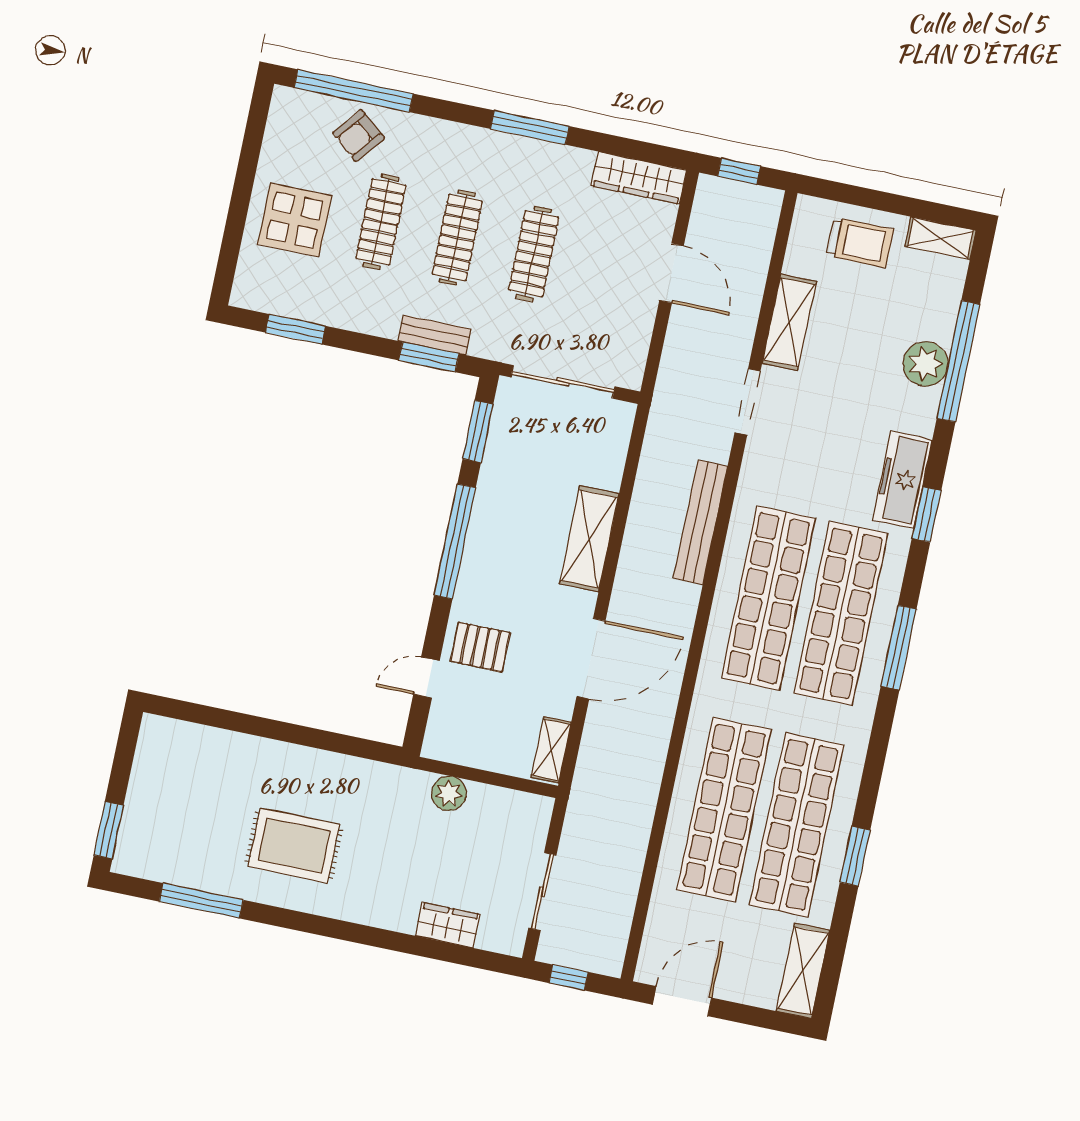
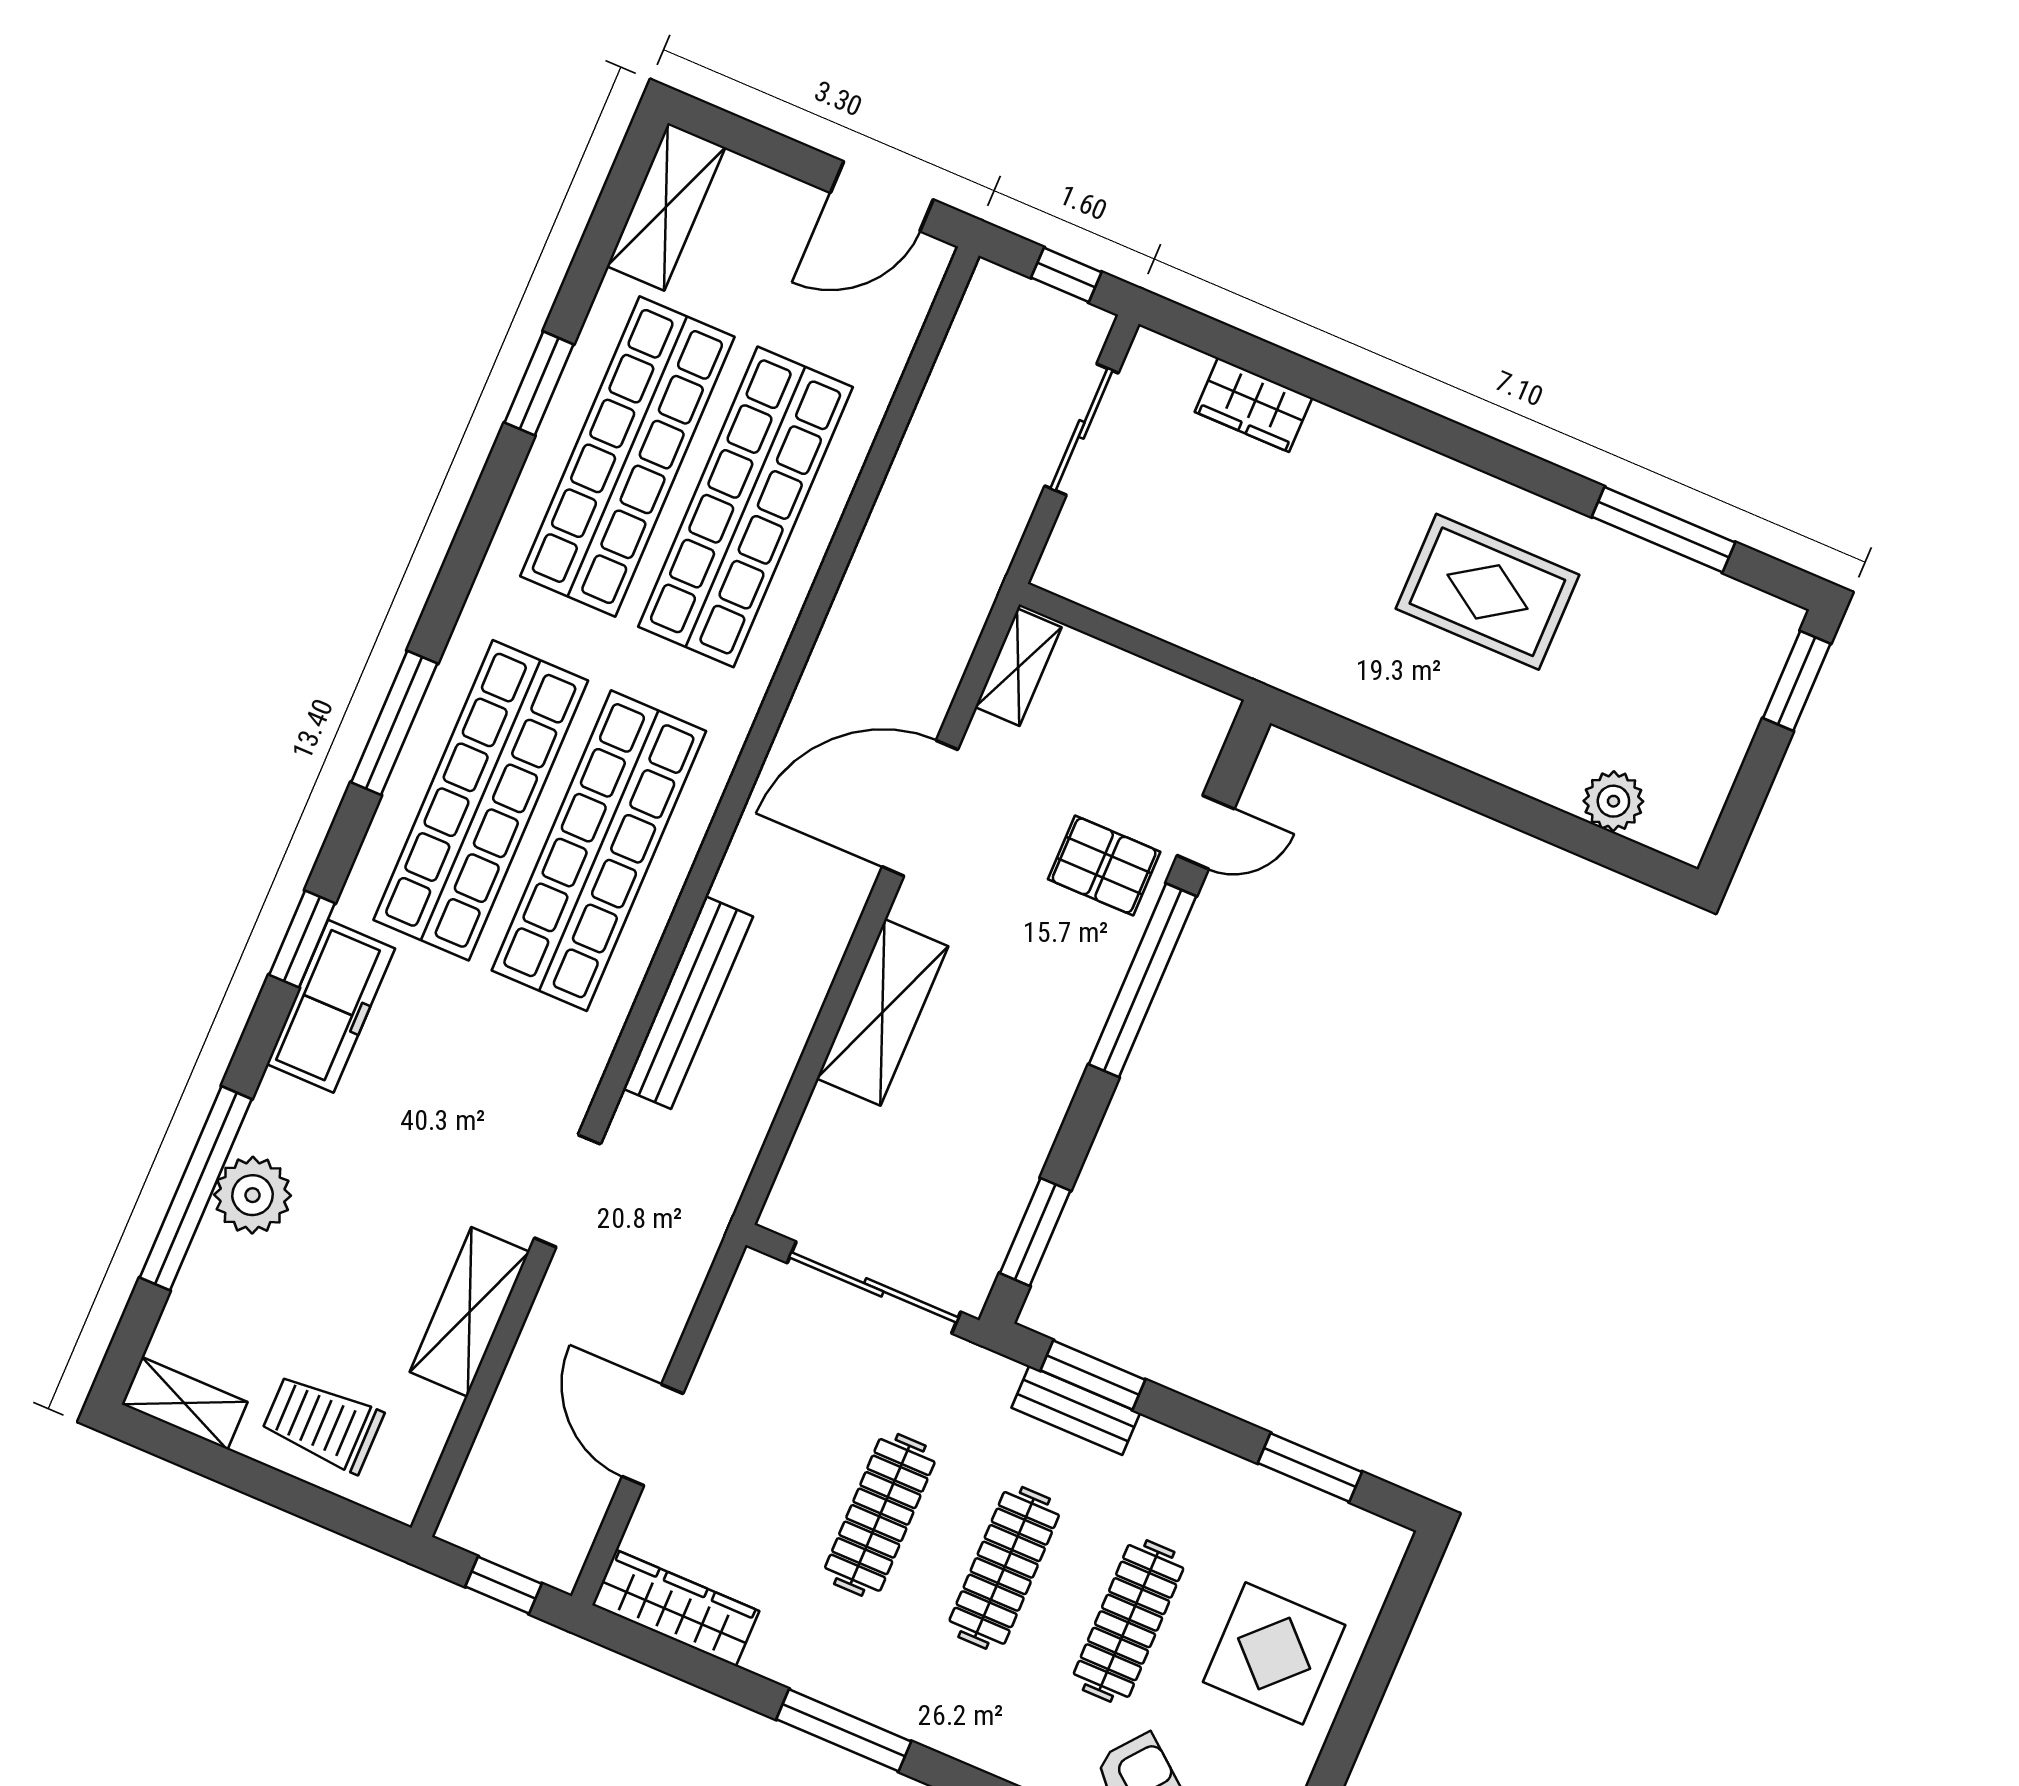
window: (455, 541) -> (1142, 980), moved
plant: (449, 793) -> (1613, 801), moved

